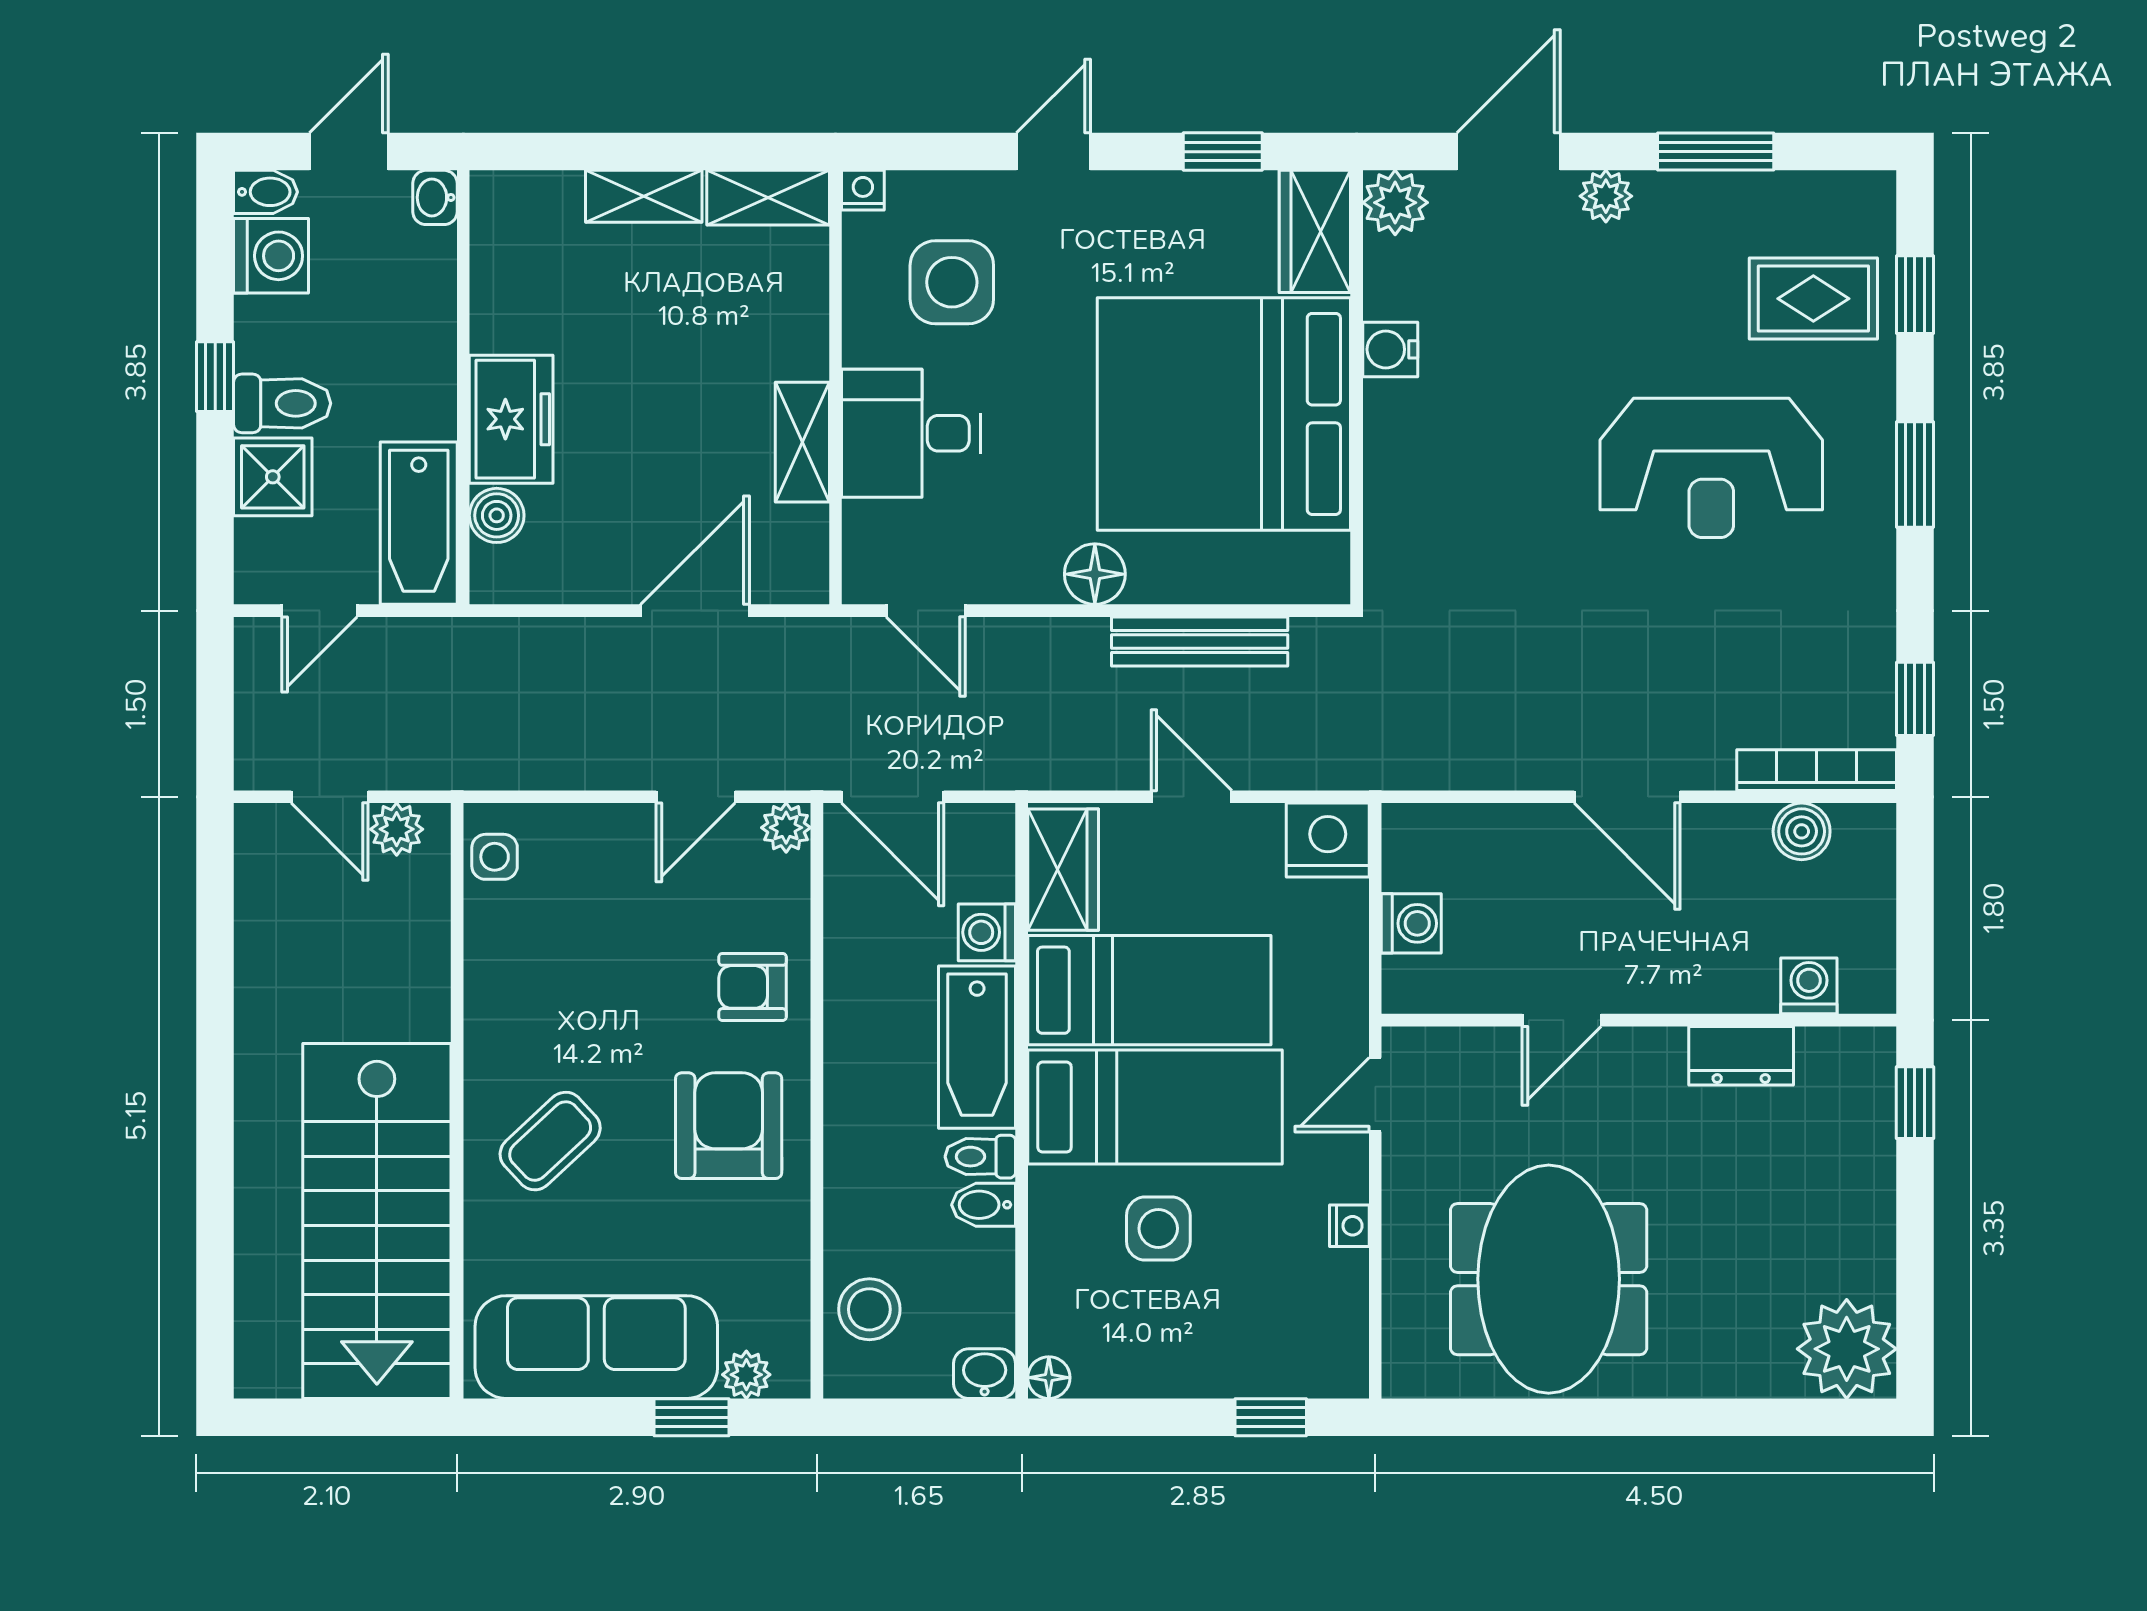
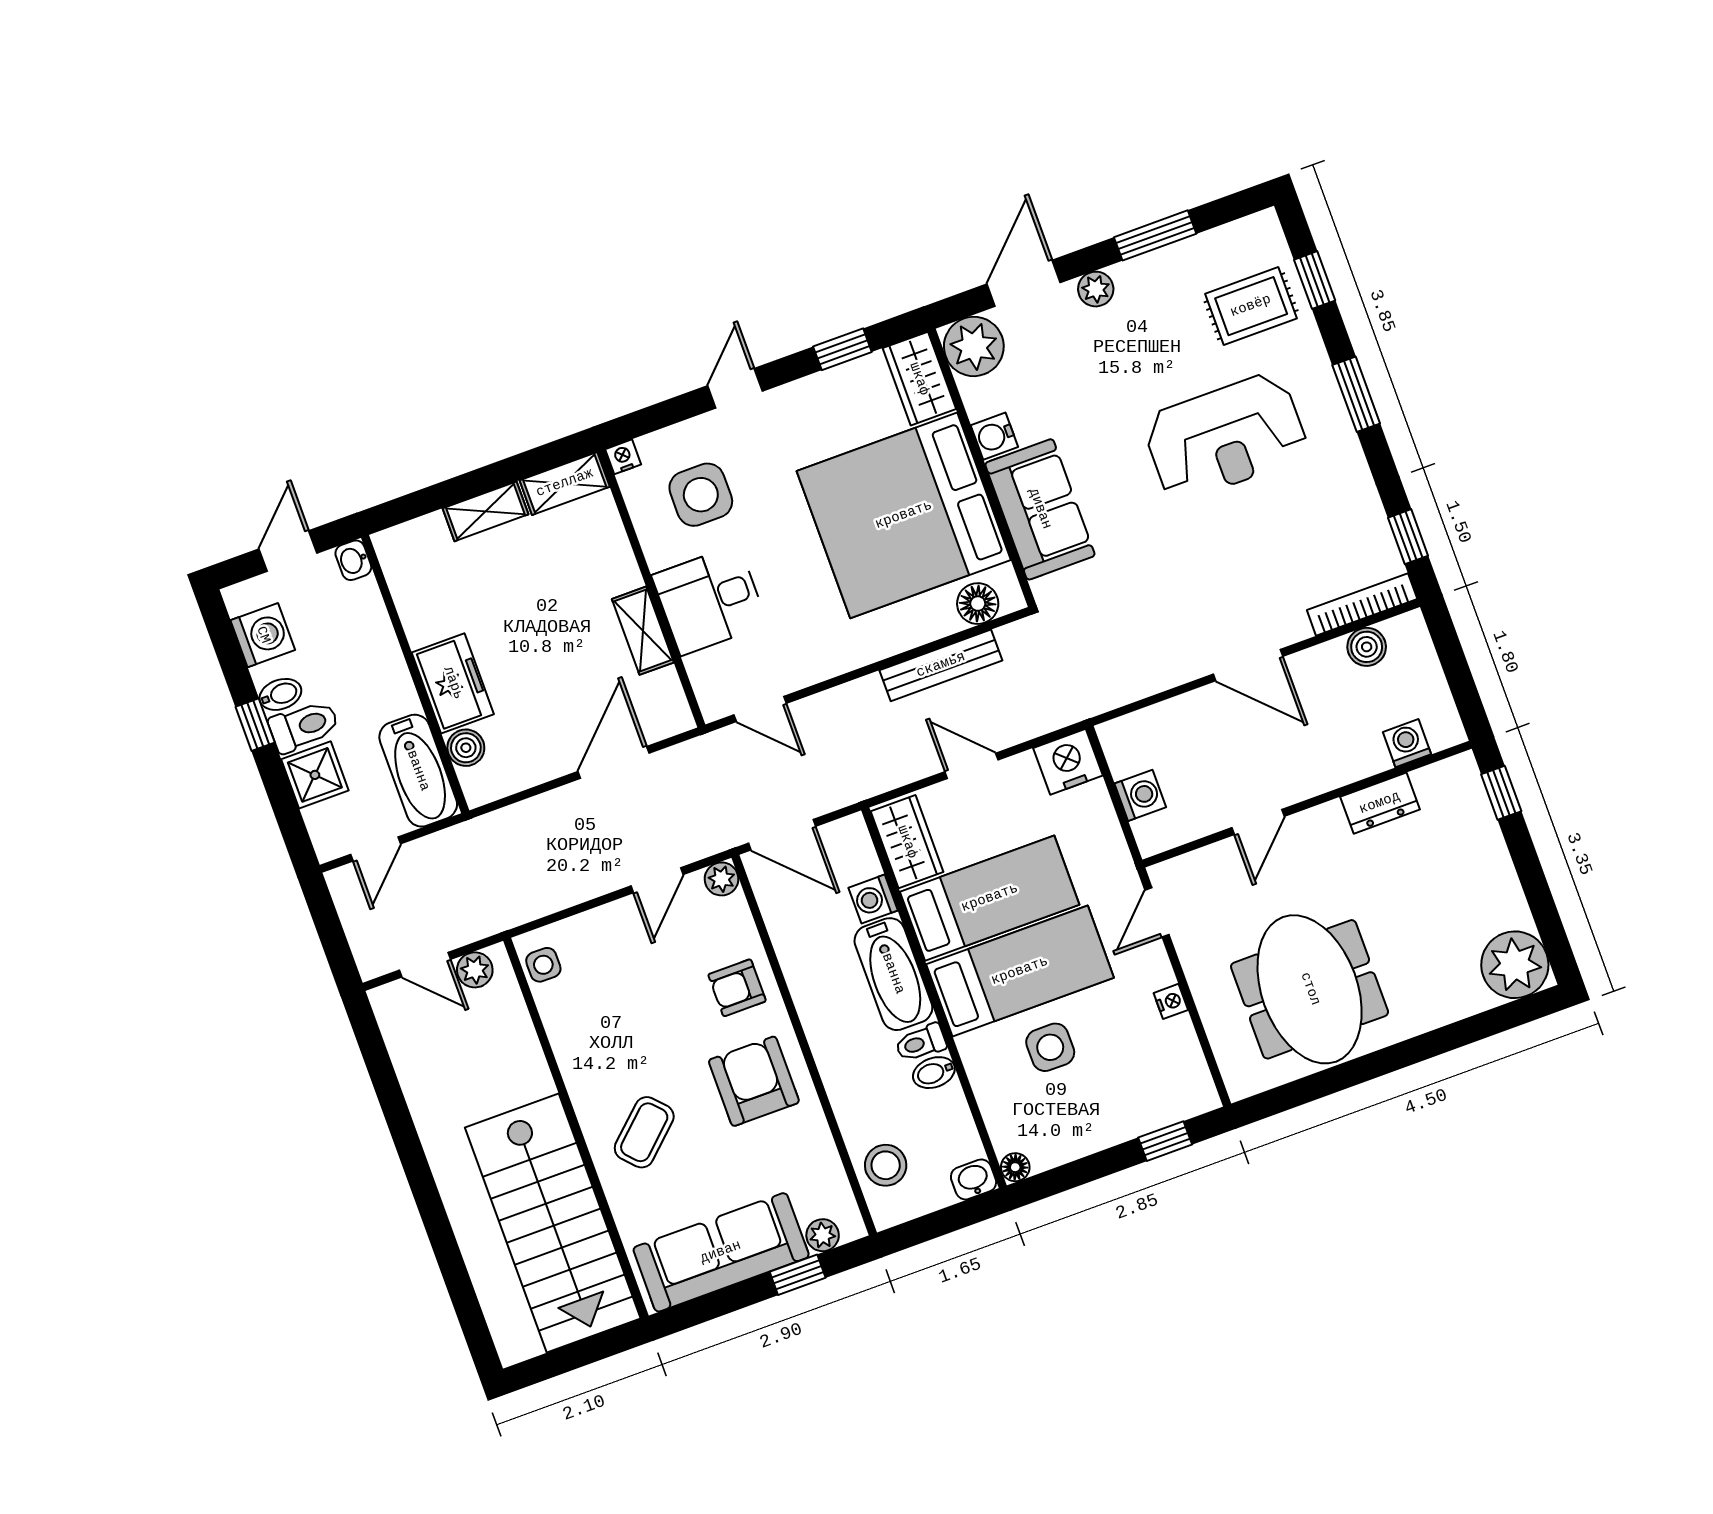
bidet: (266, 192) -> (280, 694), moved
plant: (1395, 203) -> (974, 346), width x1.36, depth x1.36
sofa: (1416, 475) -> (1040, 509), added
floor lamp: (1095, 574) -> (978, 604), moved

